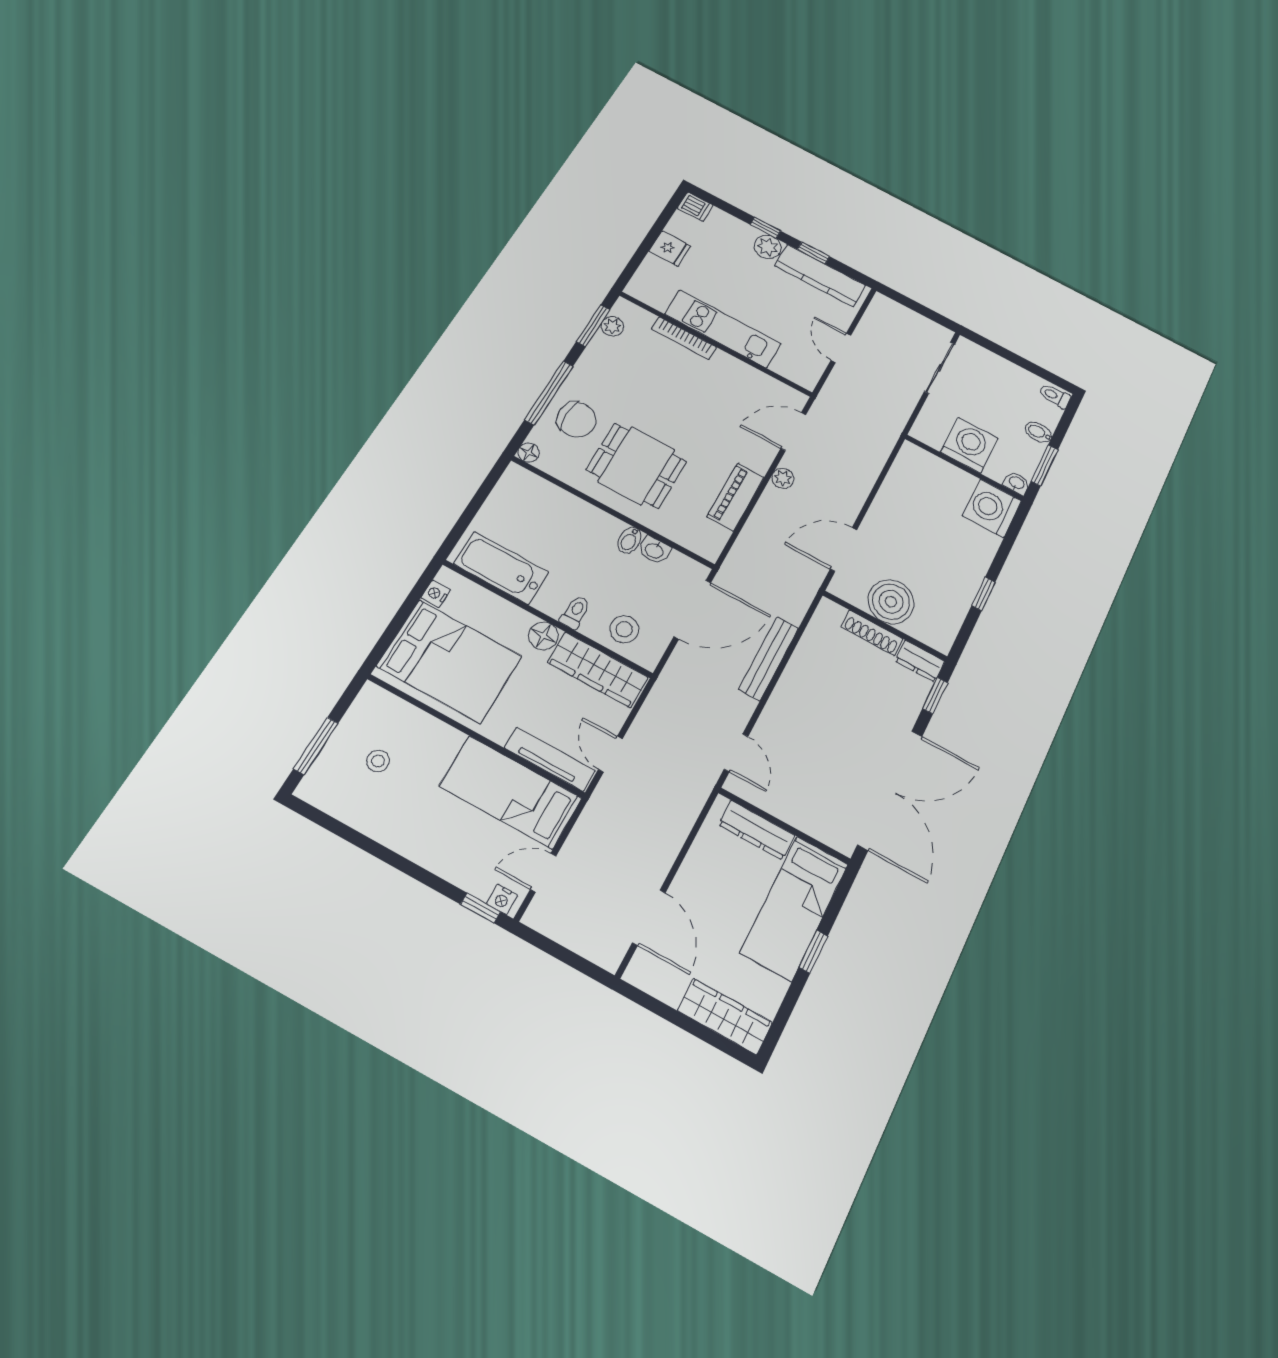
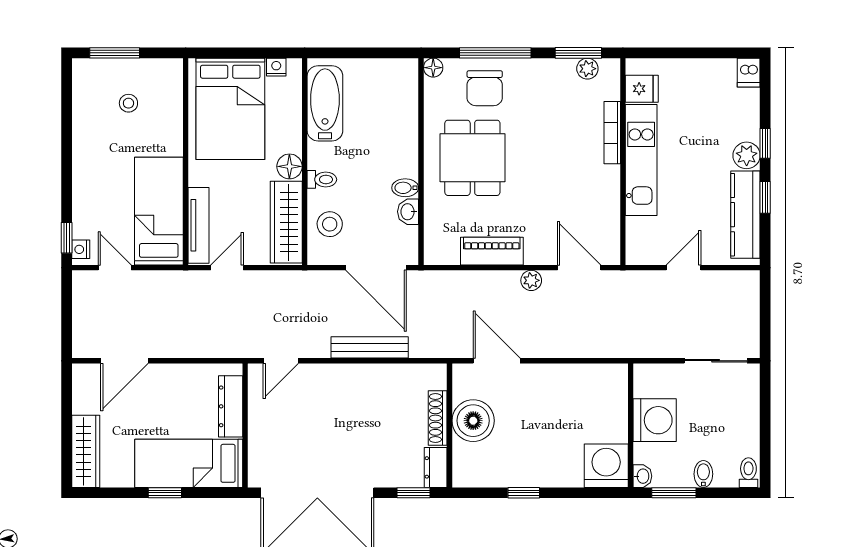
fridge: (670, 249) -> (642, 89), moved, turned -90

